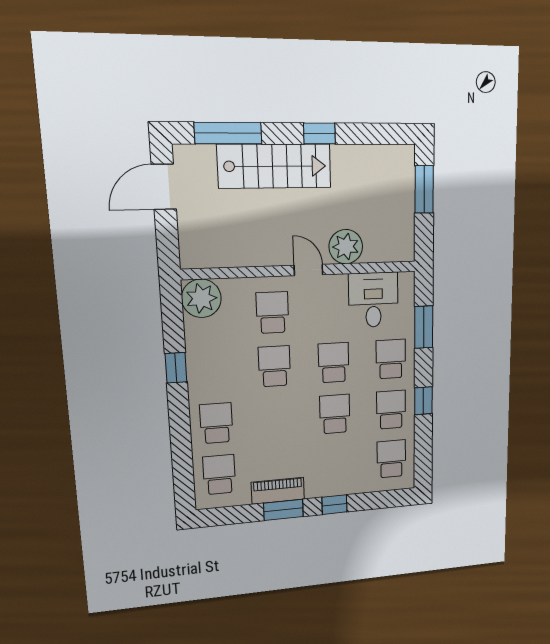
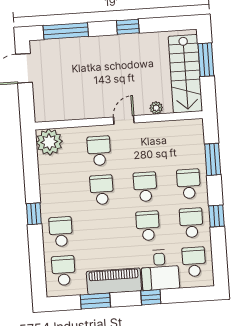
stairs: (275, 166) -> (185, 74), moved, turned 90
plant: (346, 247) -> (156, 108), width x0.53, depth x0.53
door: (308, 270) -> (124, 120), hinge flipped
desk: (373, 300) -> (160, 270), moved, turned 180
window: (176, 368) -> (34, 214), moved
piano: (278, 491) -> (114, 281), width x1.37, depth x1.33
window: (283, 510) -> (95, 301), moved

